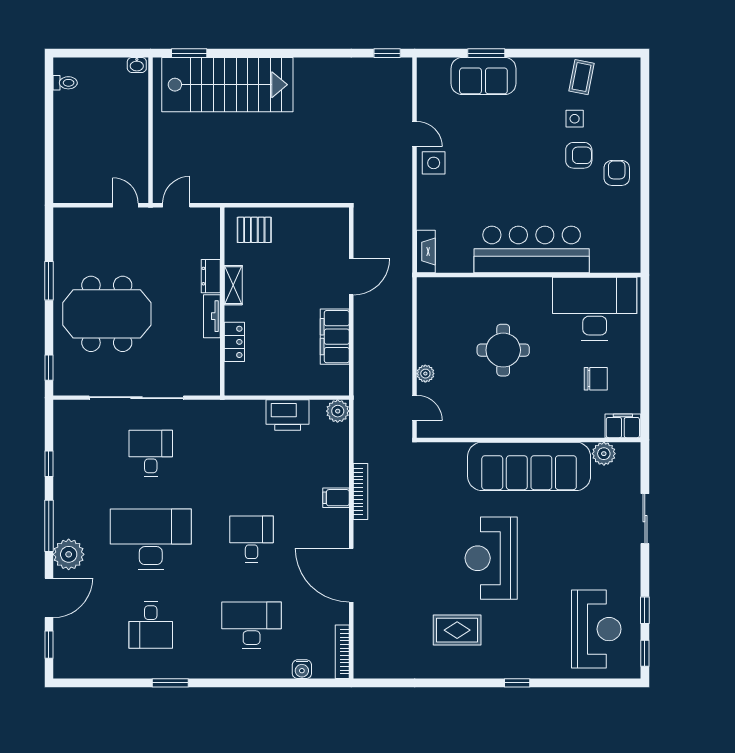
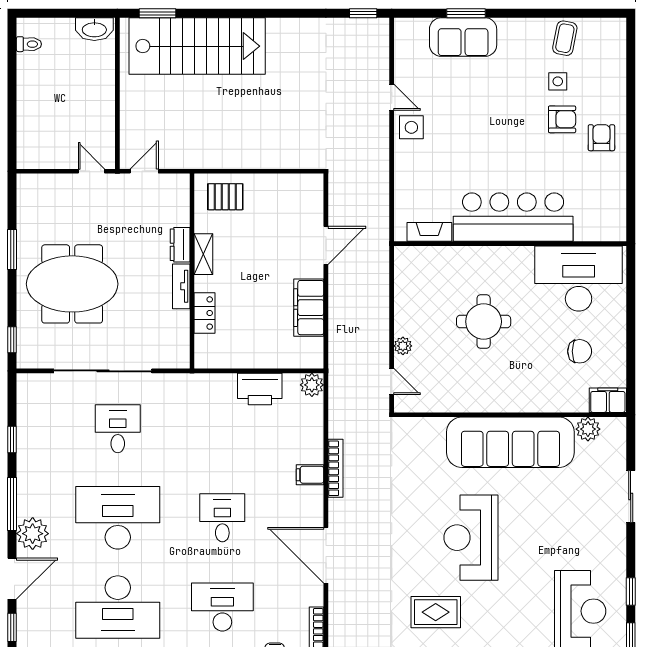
washbasin: (137, 65) -> (94, 29), width x1.91, depth x1.45
fireplace: (426, 252) -> (429, 232), moved, turned -90
desk: (151, 625) -> (118, 607), width x1.87, depth x1.30

